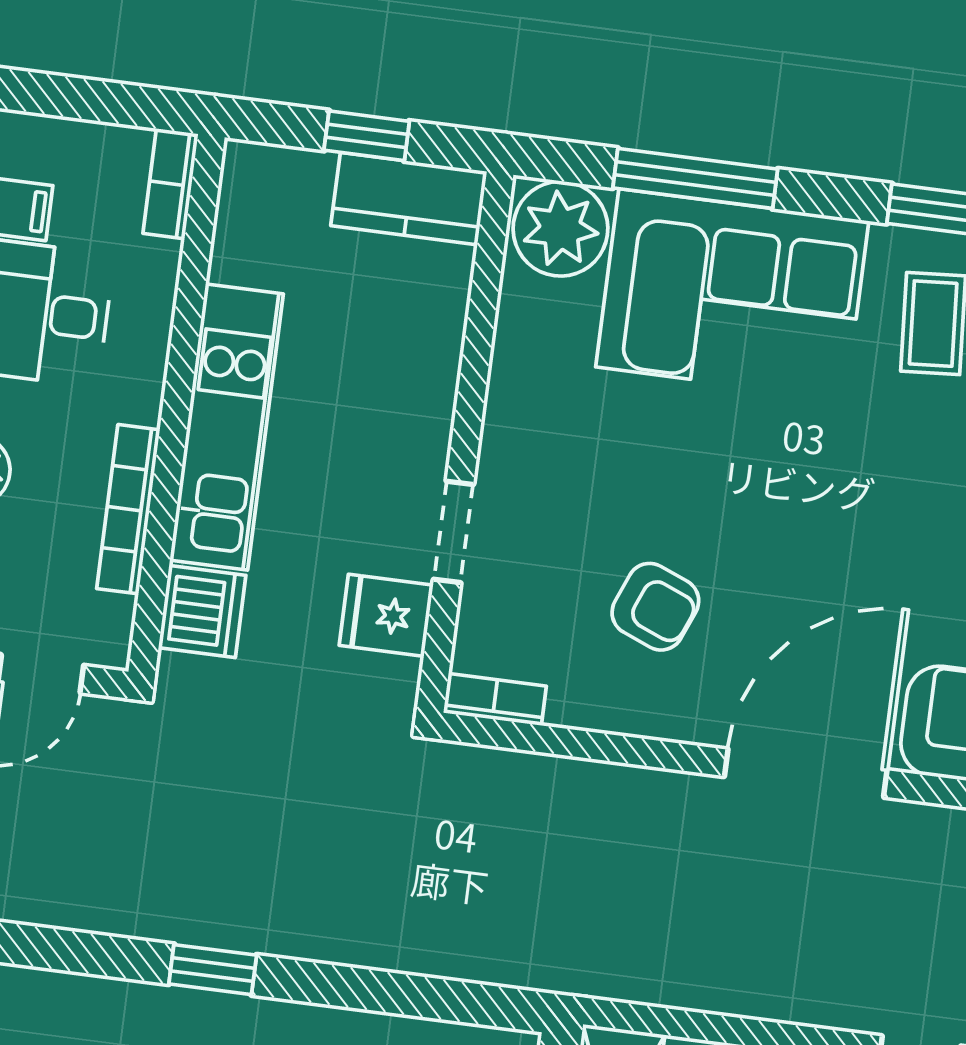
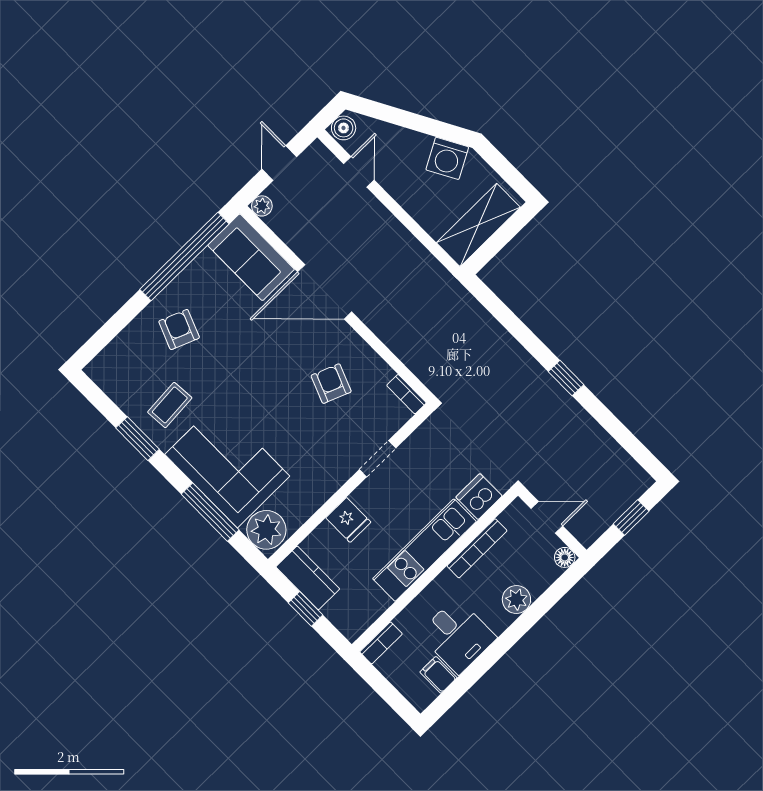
fridge: (386, 615) -> (348, 520), moved

